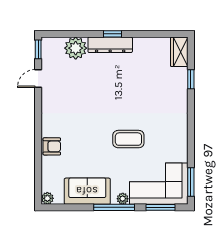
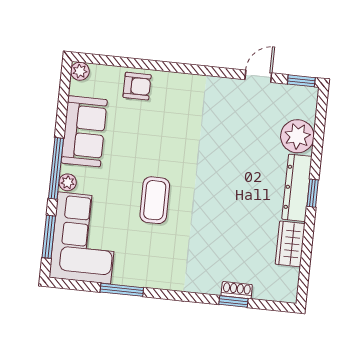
wardrobe: (179, 52) -> (290, 244), moved, turned -90
shoe rack: (183, 78) -> (237, 290), added
door: (38, 79) -> (258, 76), hinge flipped
armchair: (52, 146) -> (137, 86), moved, turned -90
window: (191, 182) -> (122, 290), moved

